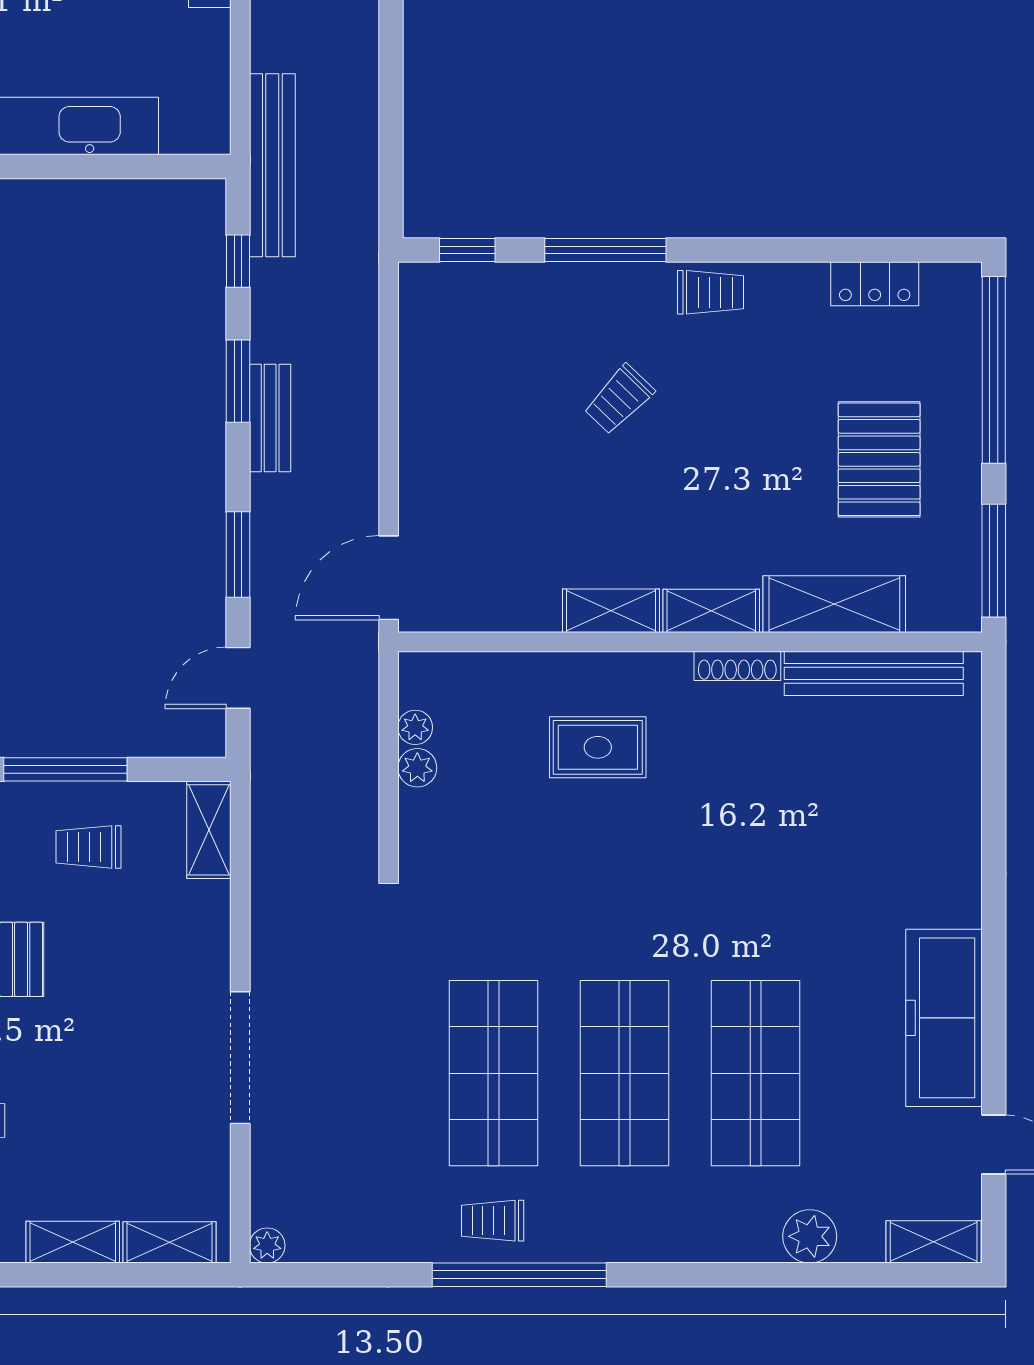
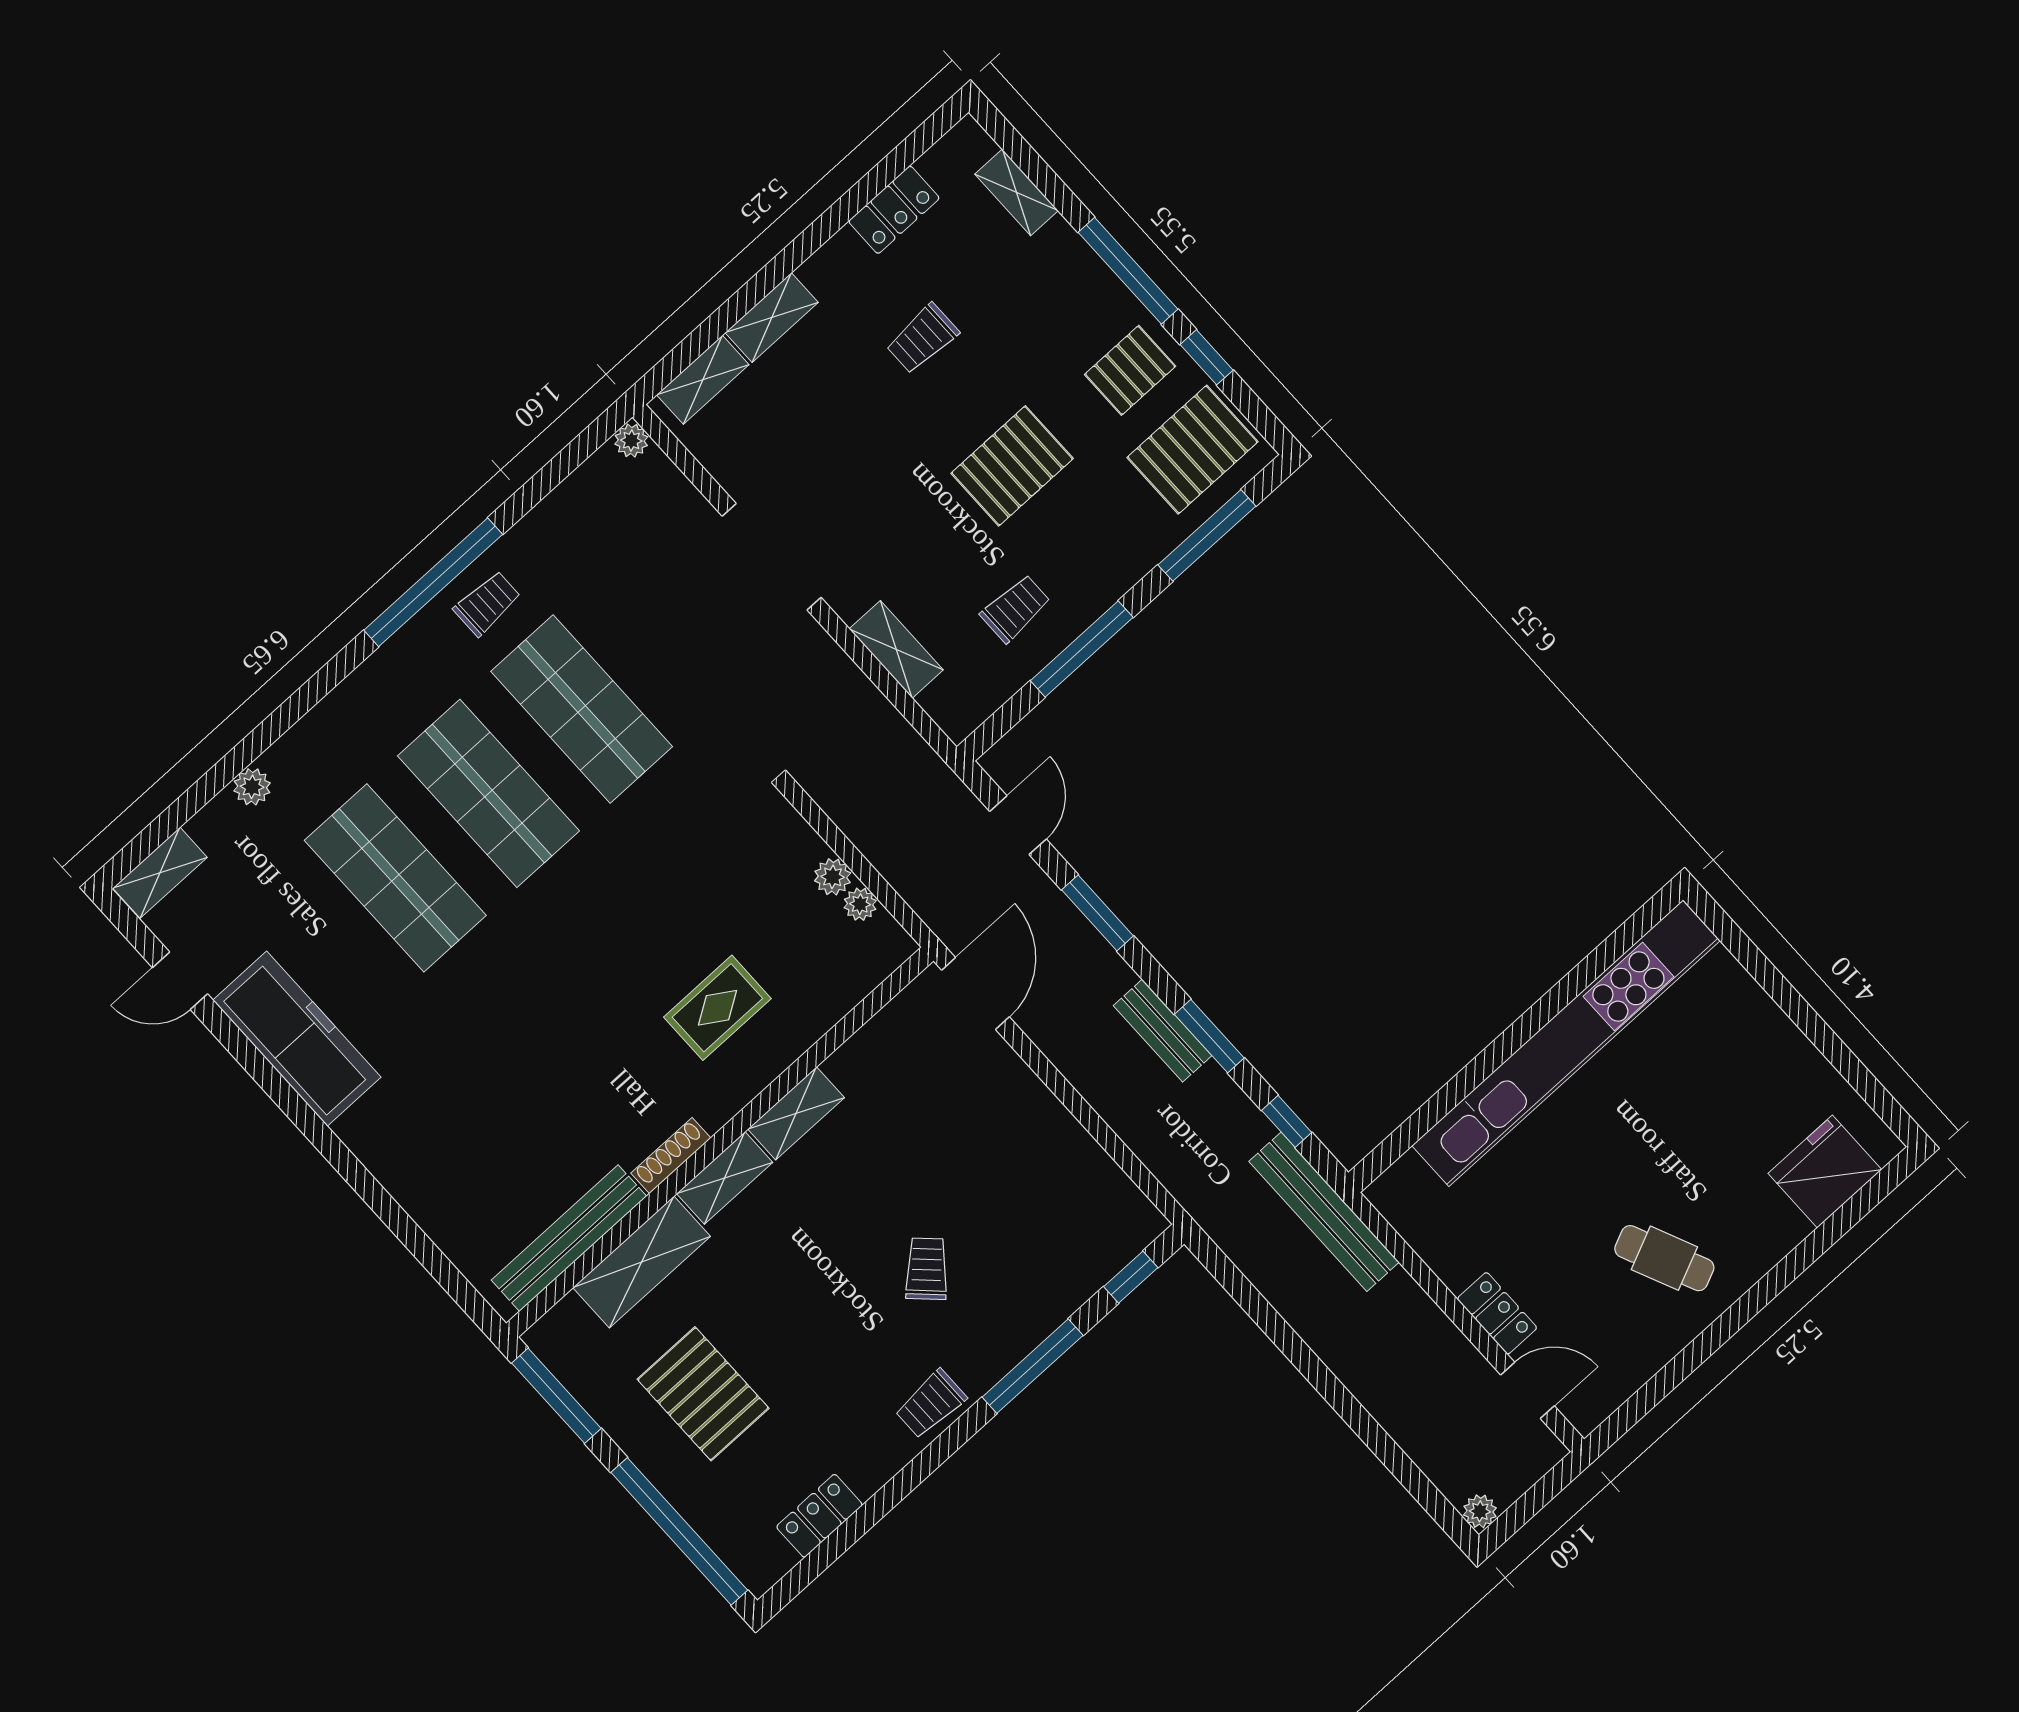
shelving: (209, 830) -> (896, 649), moved
plant: (810, 1236) -> (252, 787), width x0.73, depth x0.73

